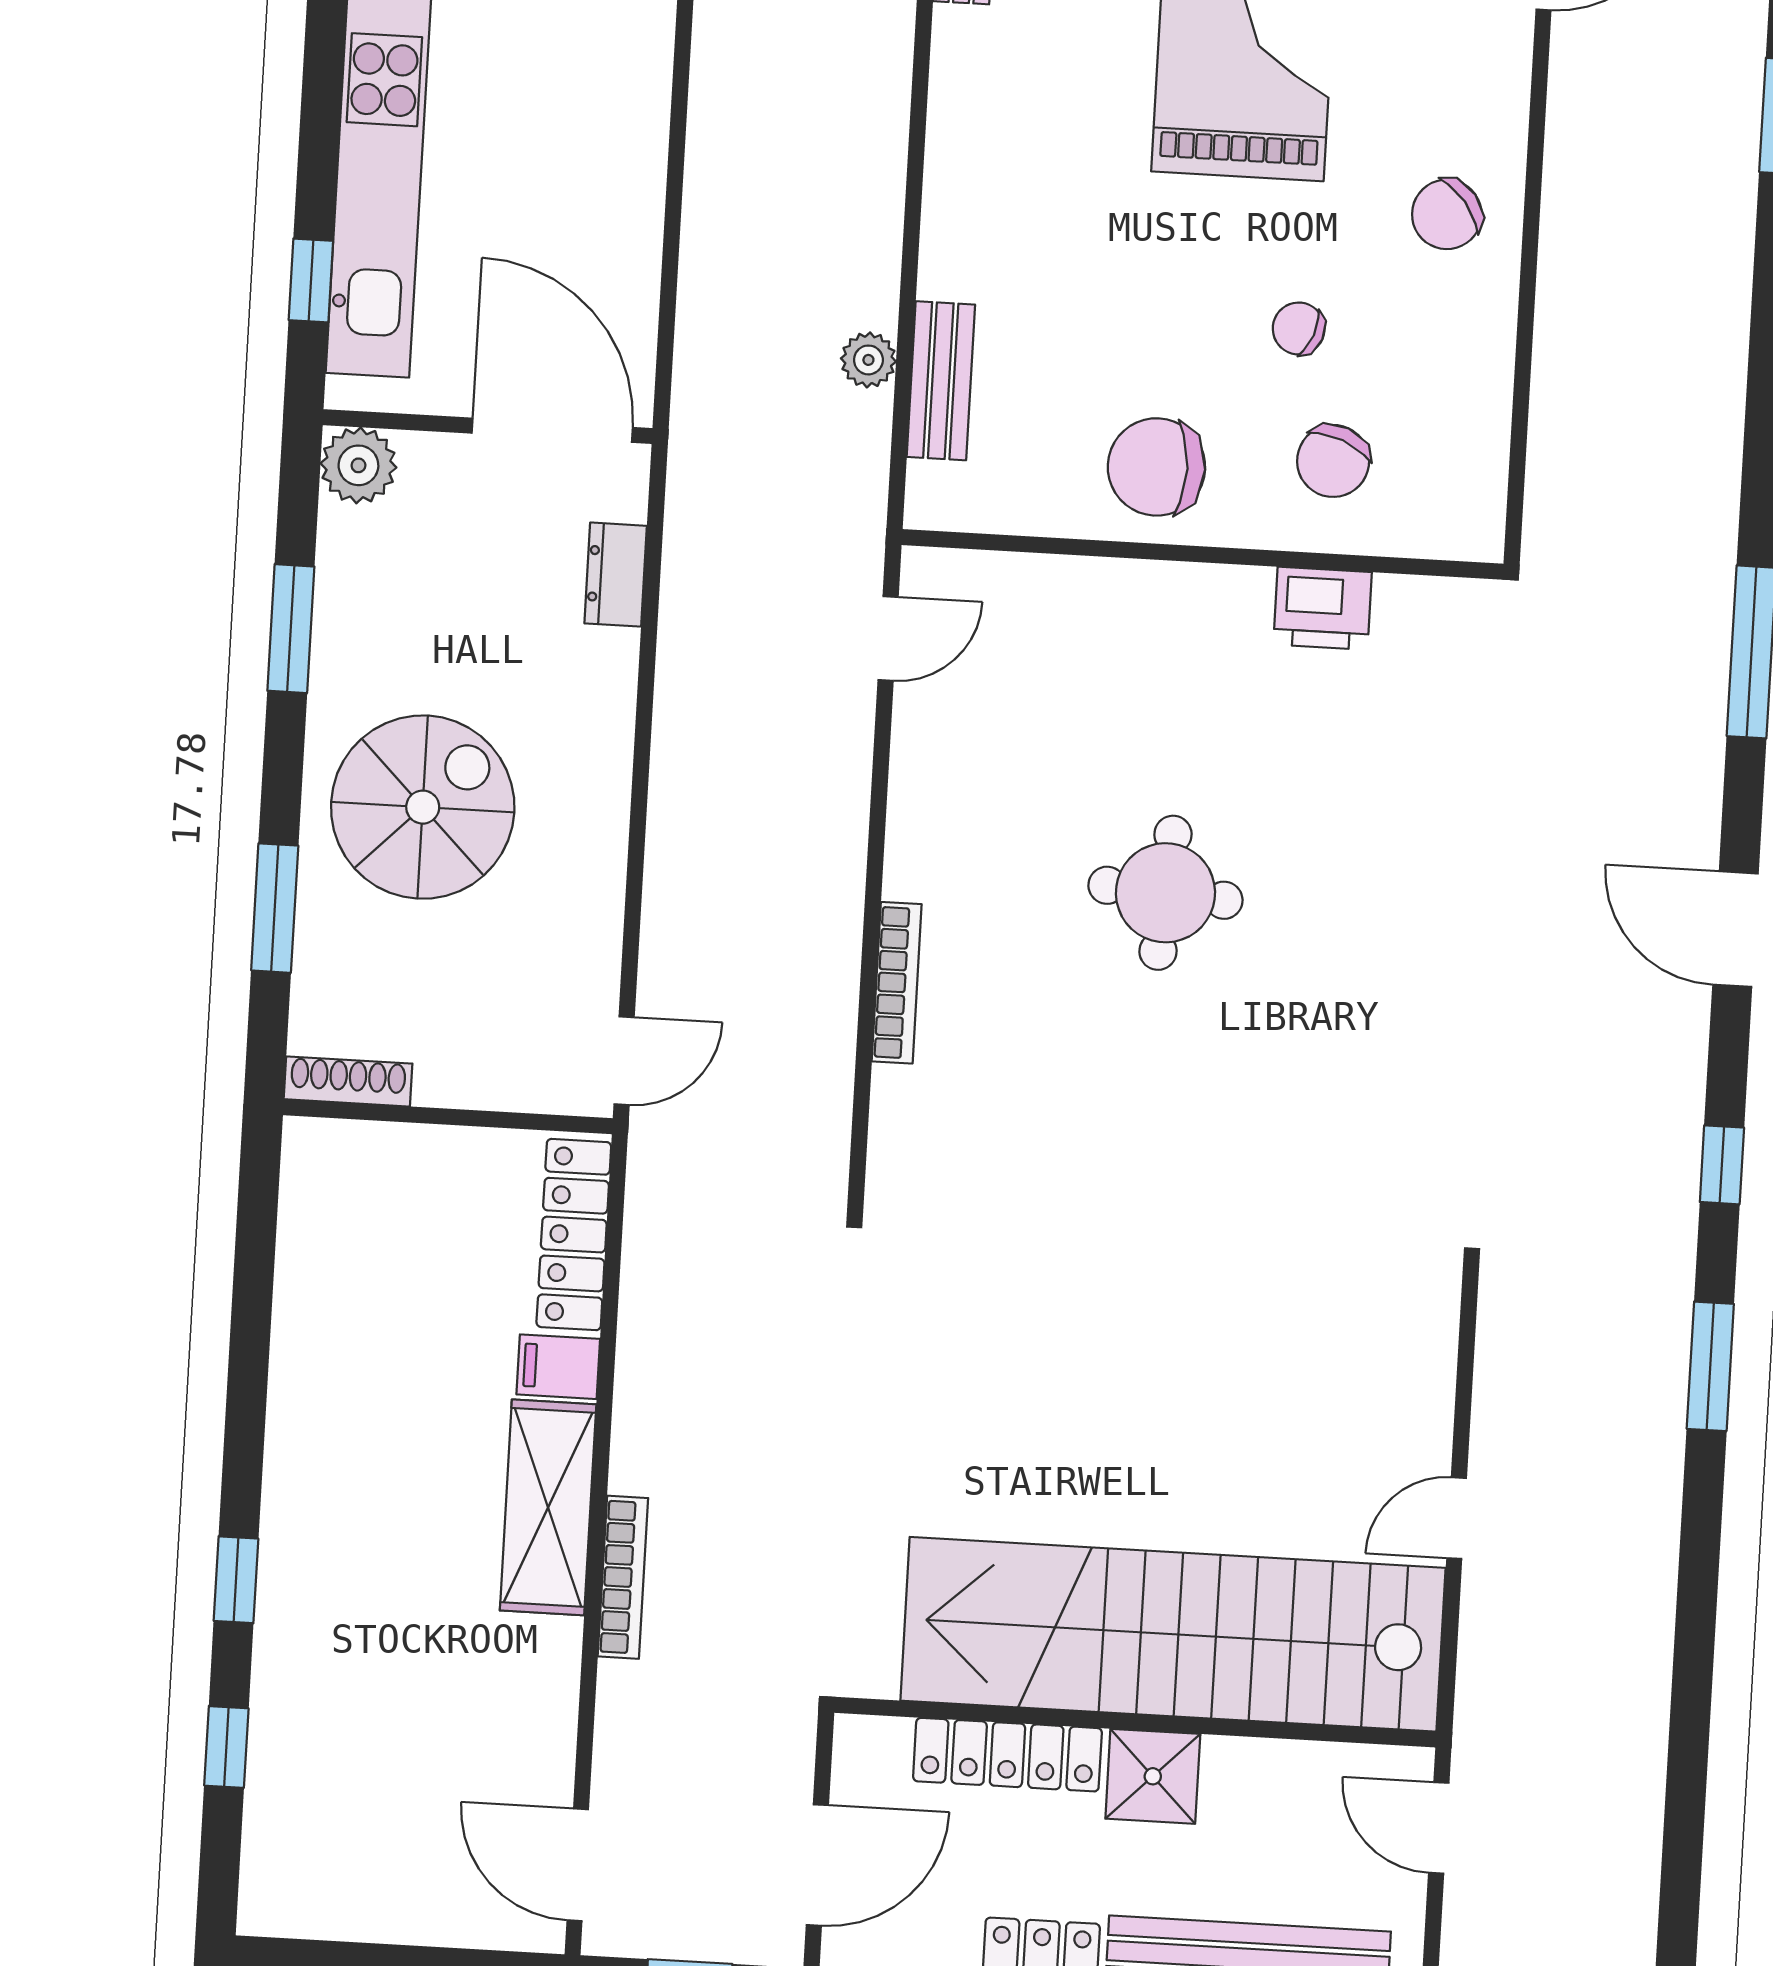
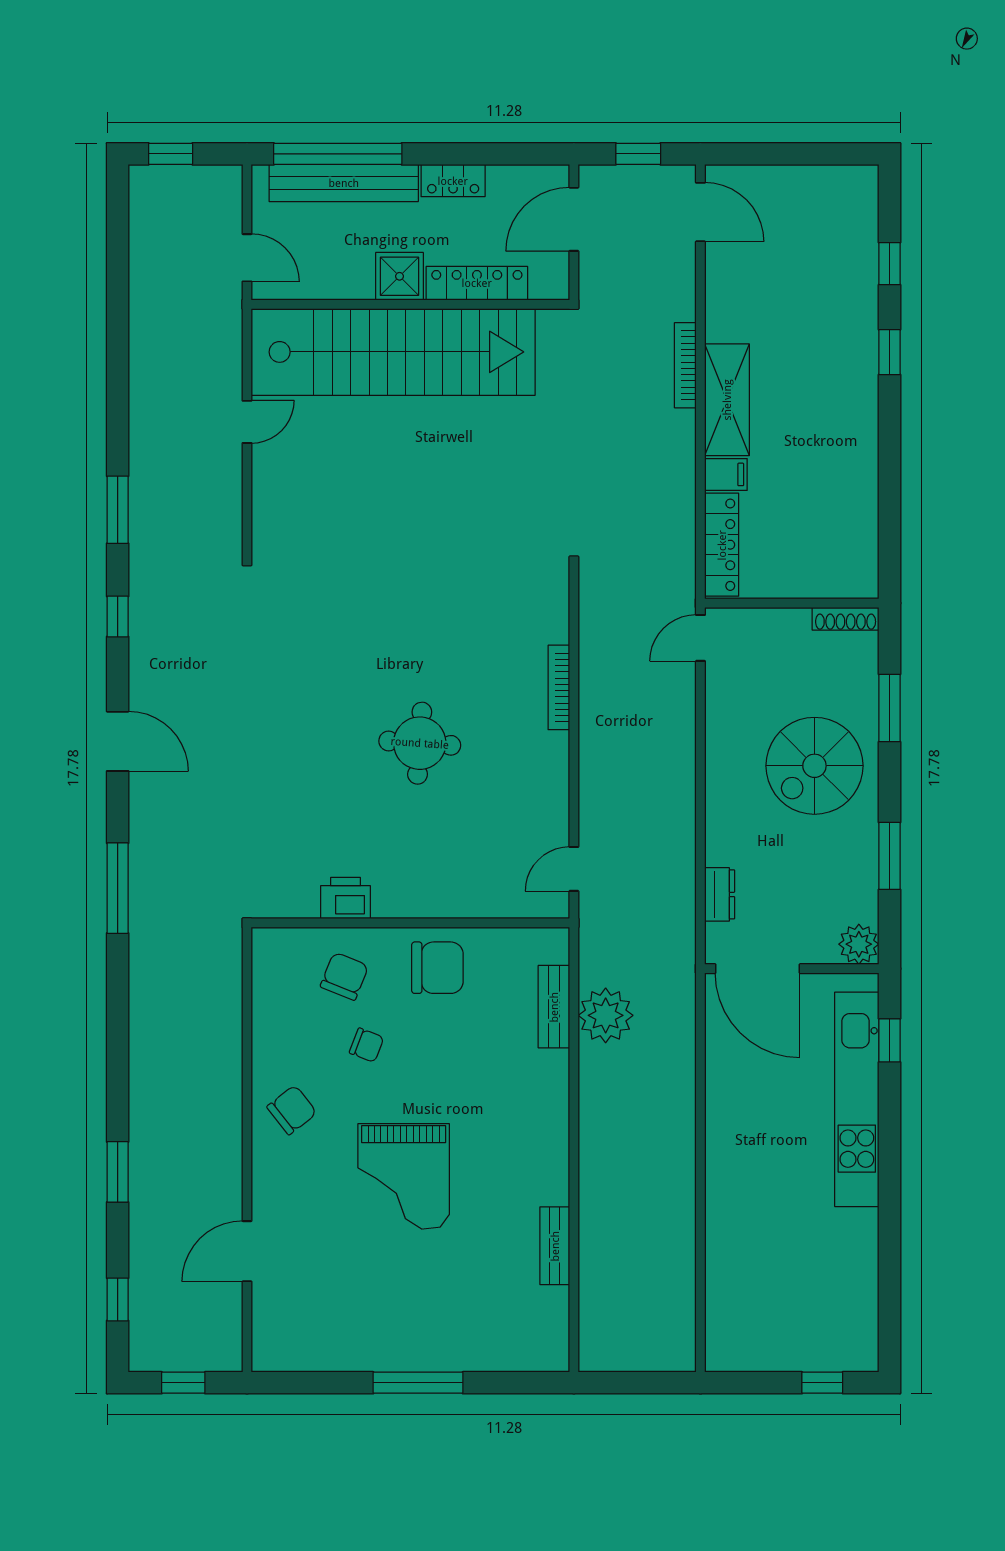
plant: (868, 360) -> (606, 1015), width x1.87, depth x1.87

